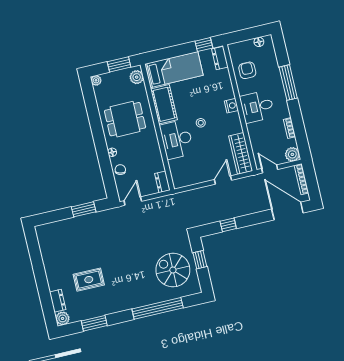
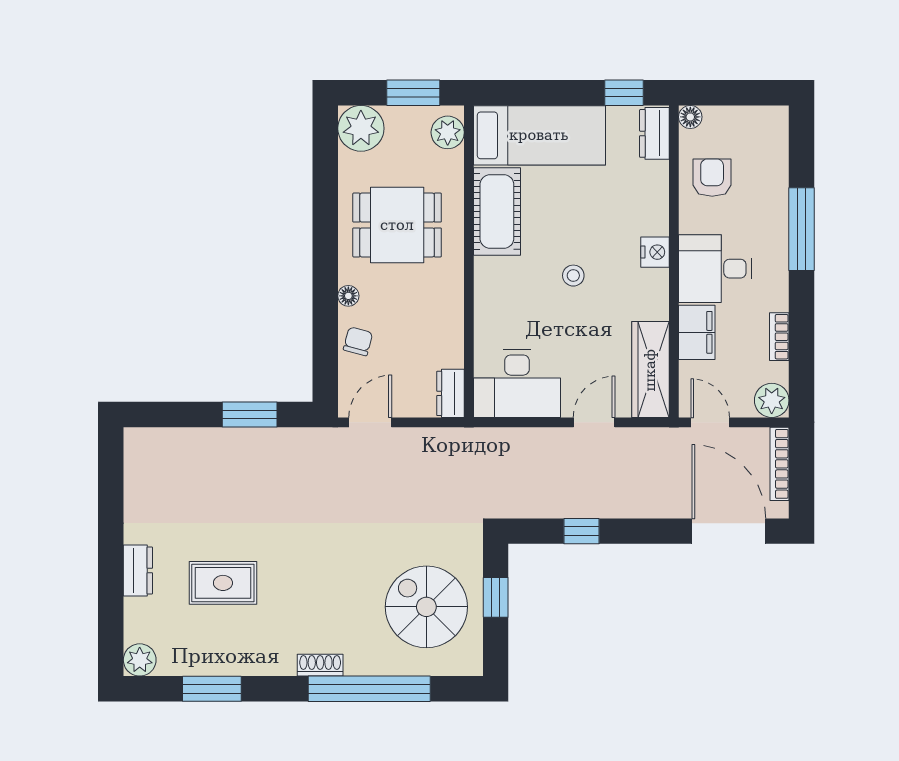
floor lamp: (259, 42) -> (690, 117), moved
plant: (96, 80) -> (361, 128), width x1.88, depth x1.88
filing cabinet: (256, 134) -> (697, 332), added
desk: (177, 139) -> (517, 383), moved, turned -90
dresser: (58, 301) -> (138, 570), moved
shoe rack: (136, 304) -> (320, 665), added

